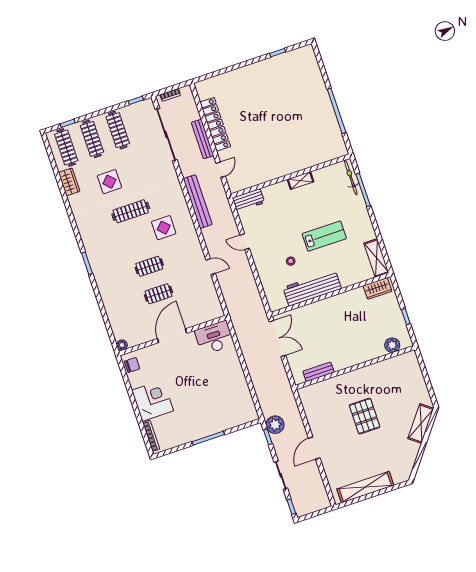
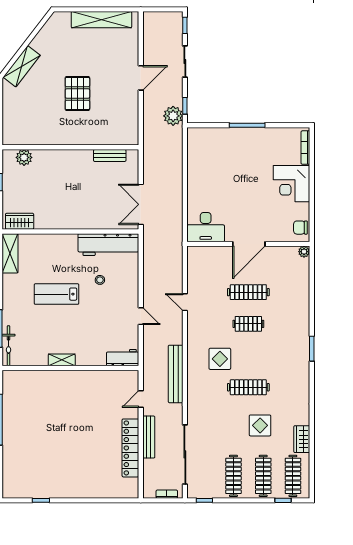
workbench: (312, 288) -> (108, 245), moved
clothes rail: (158, 294) -> (248, 292), width x1.36

